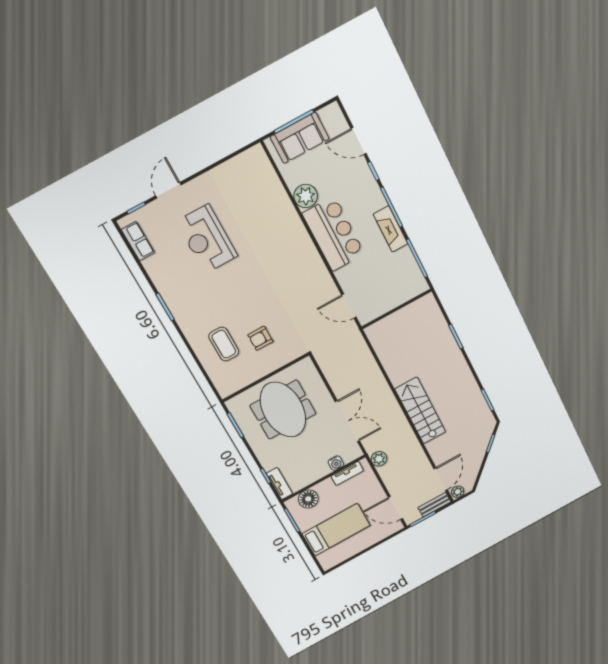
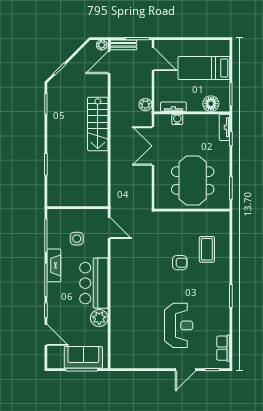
side table: (380, 274) -> (77, 239), added
armchair: (260, 338) -> (180, 263), moved

